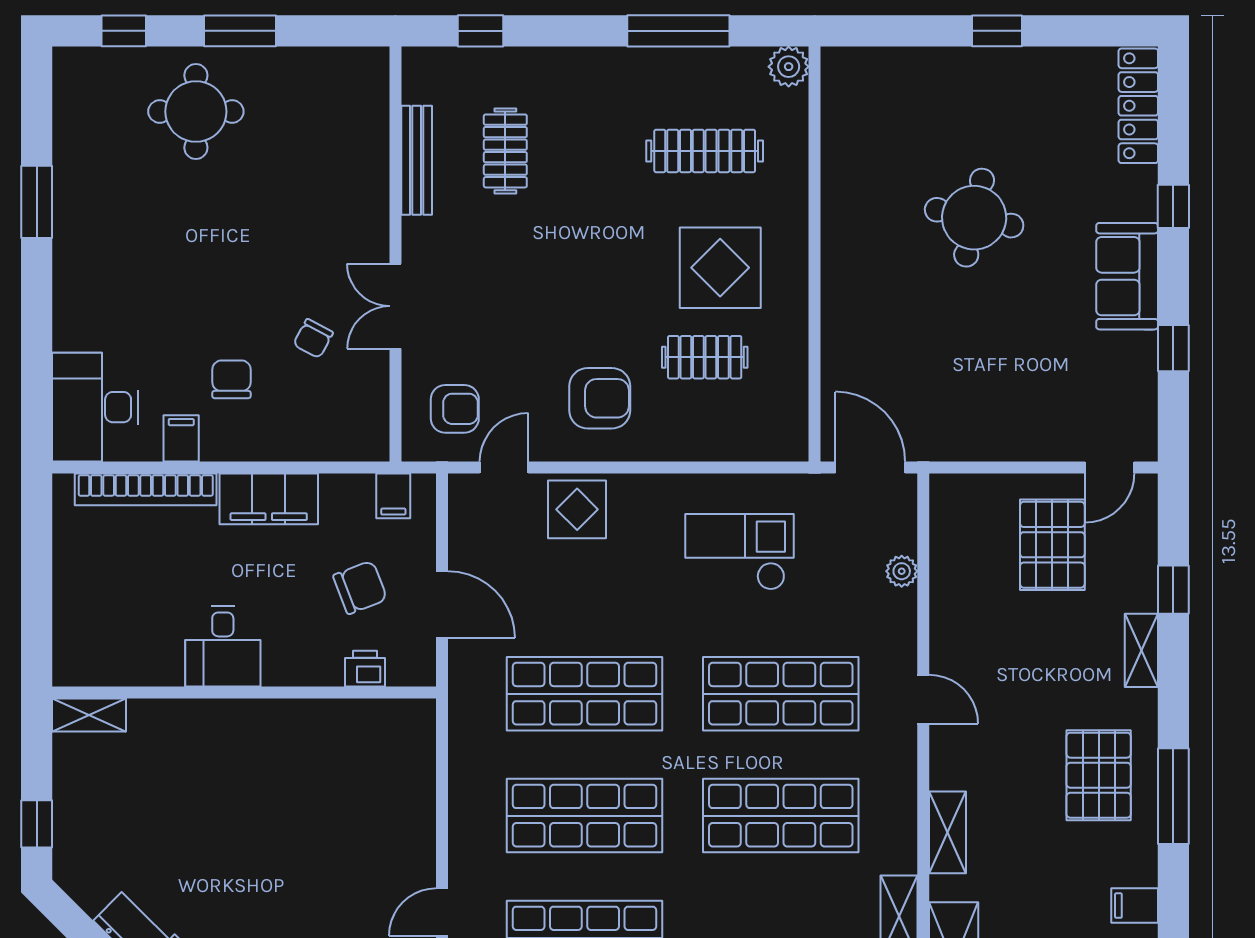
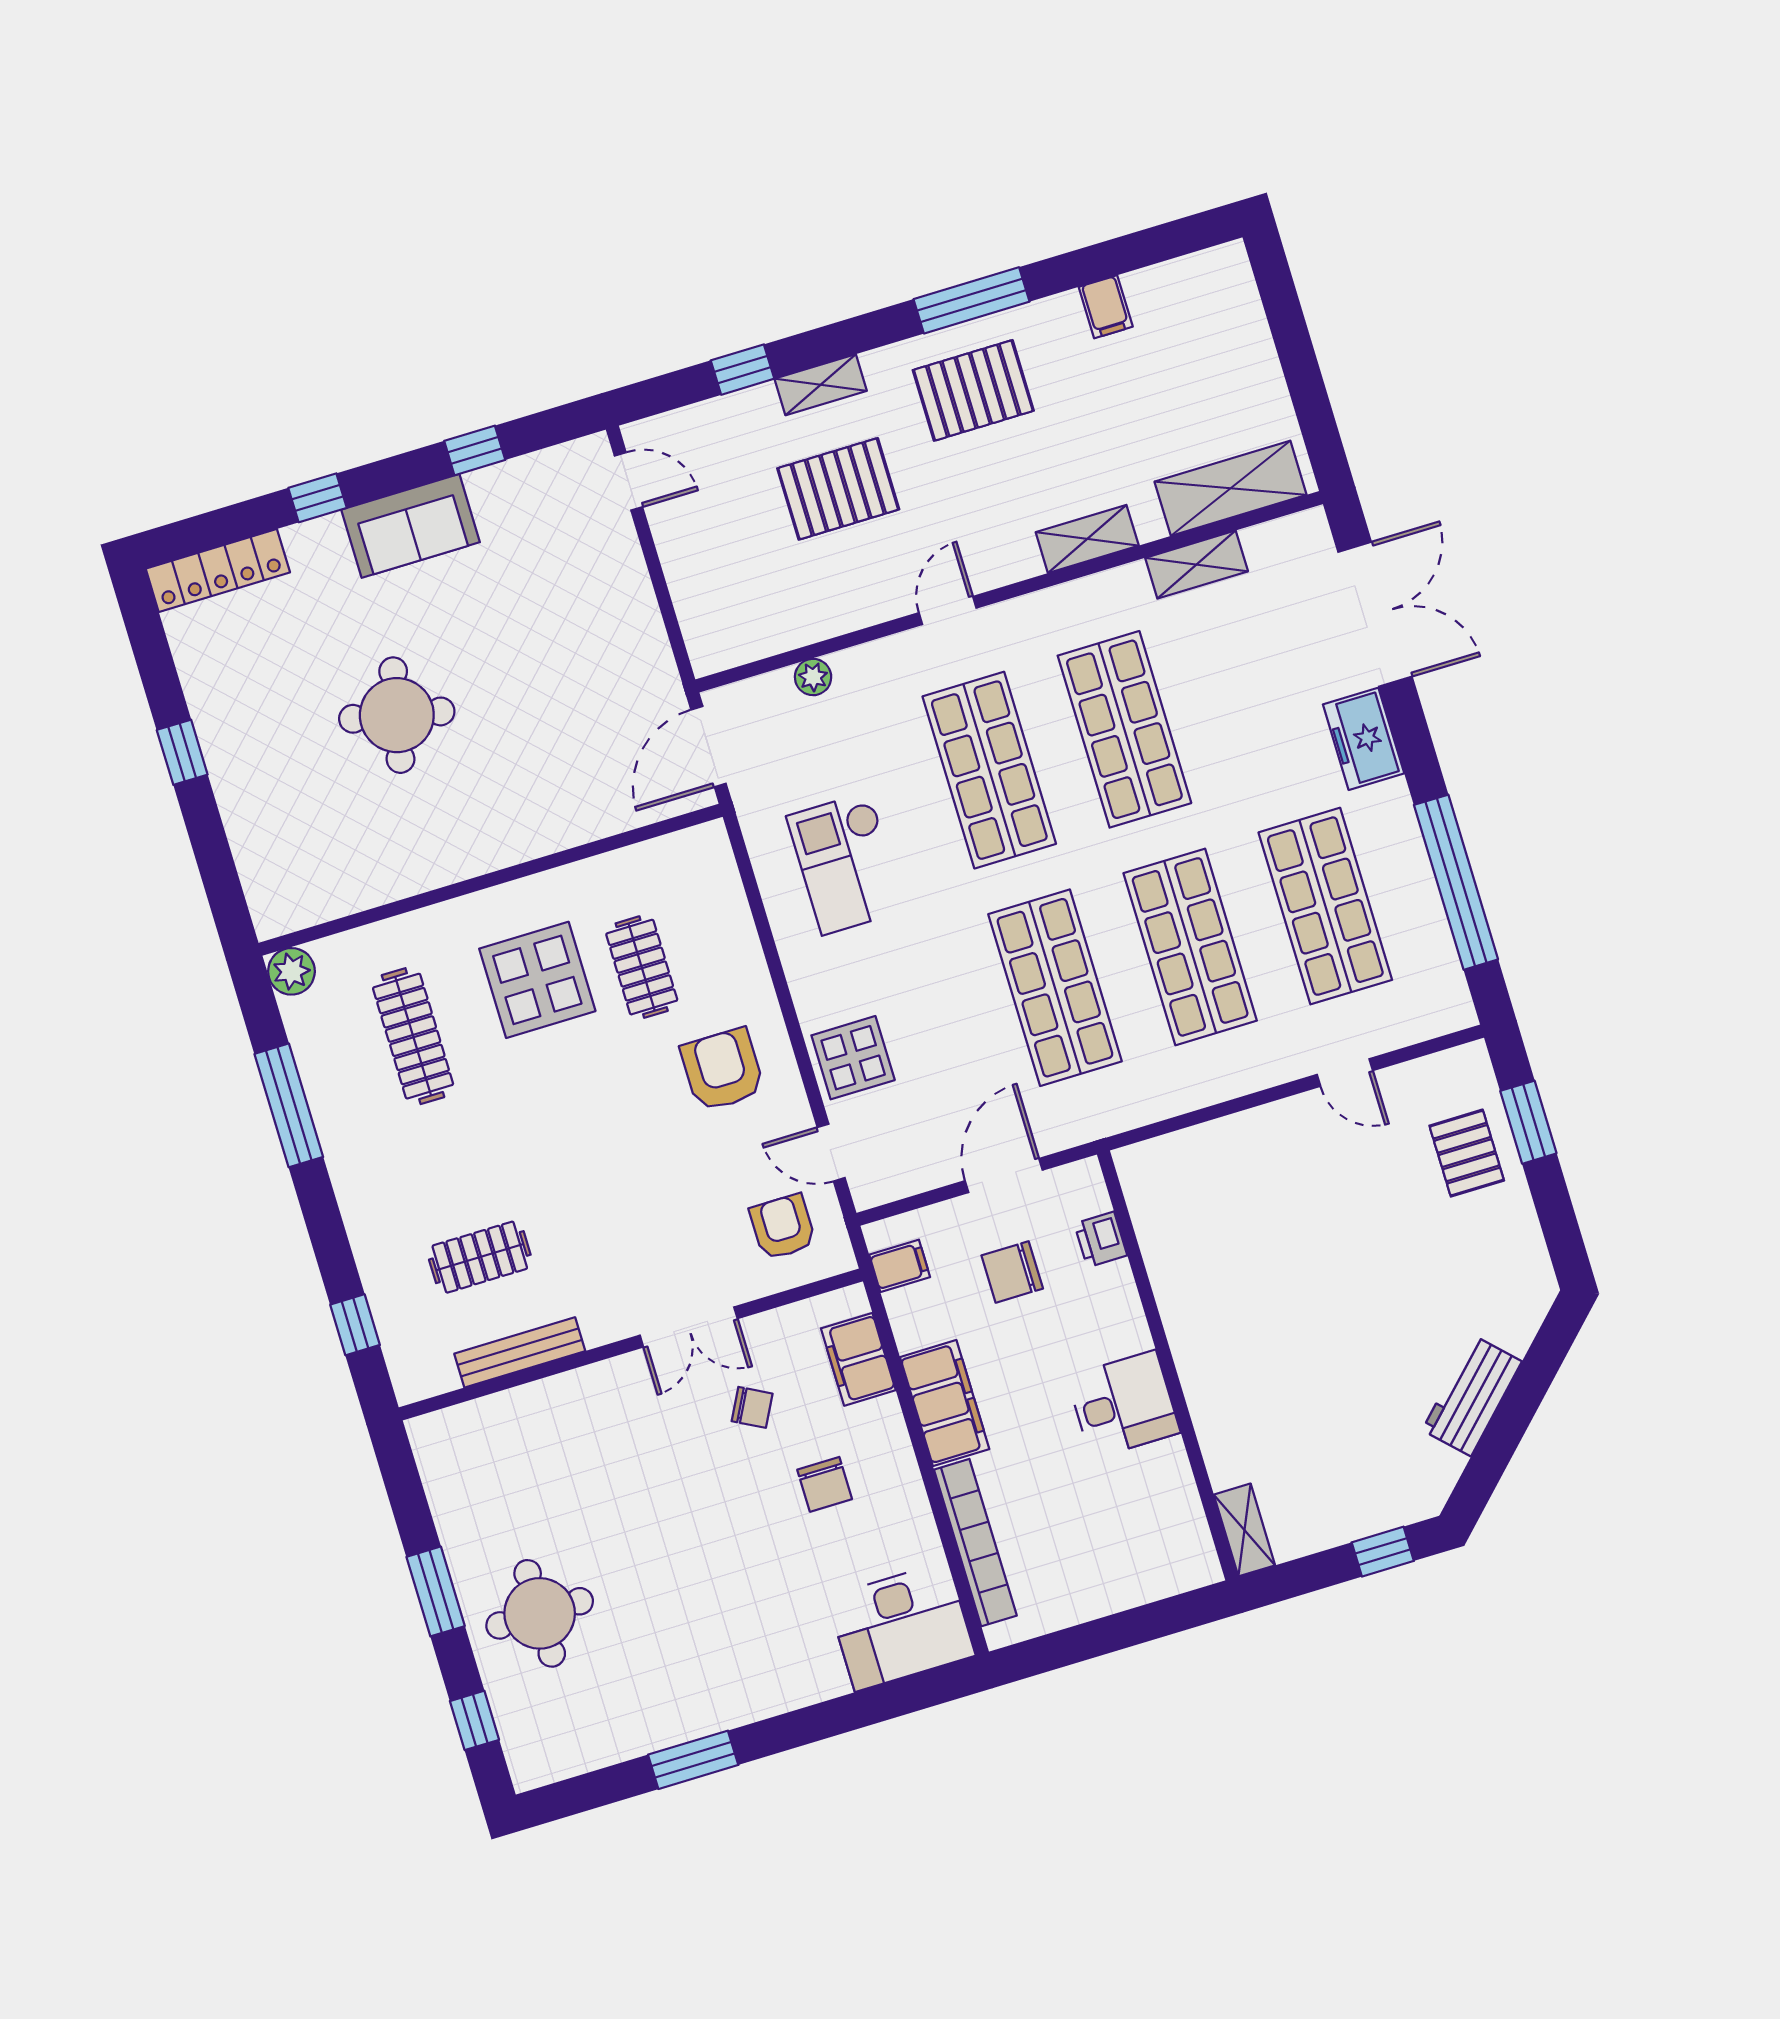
chair: (231, 379) -> (825, 1484), turned -90
filing cabinet: (181, 438) -> (858, 1359), moved, width x2.00
pallet: (1052, 545) -> (838, 489), moved
chair: (360, 587) -> (1012, 1272), turned -69

